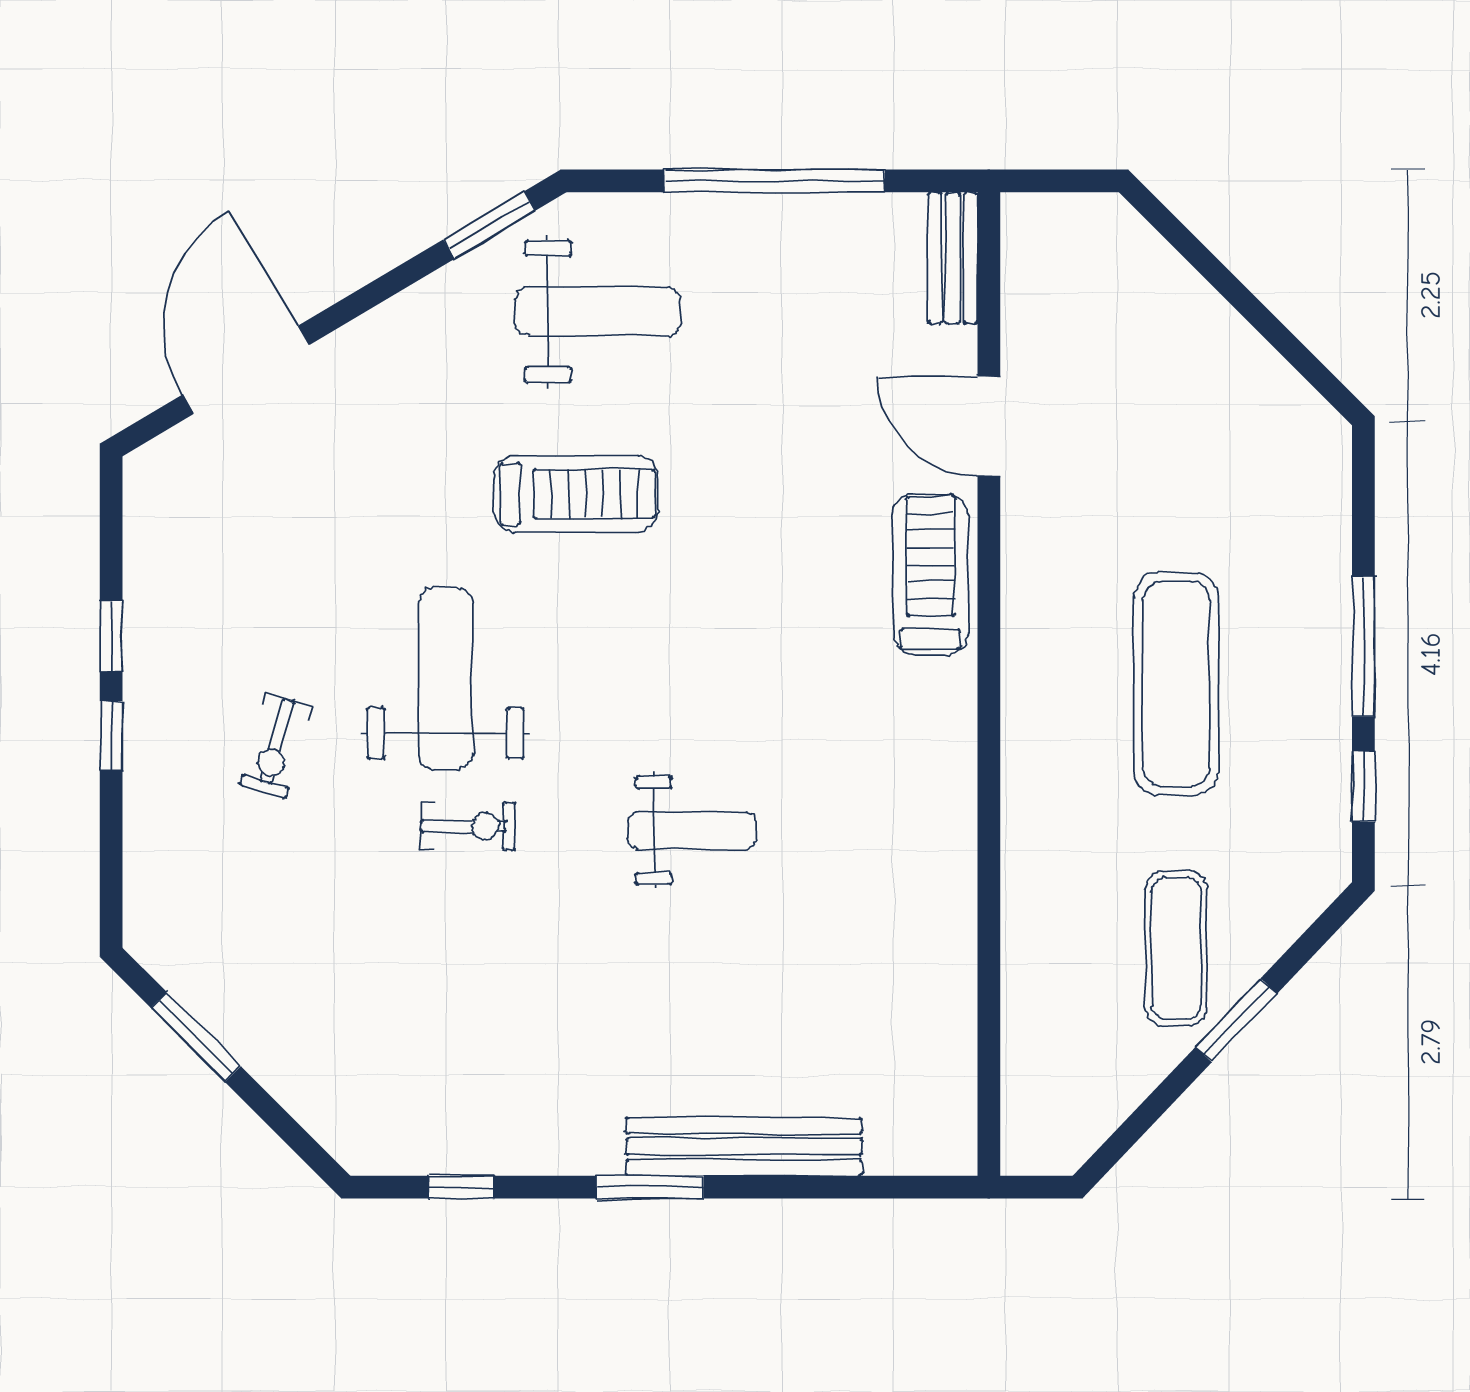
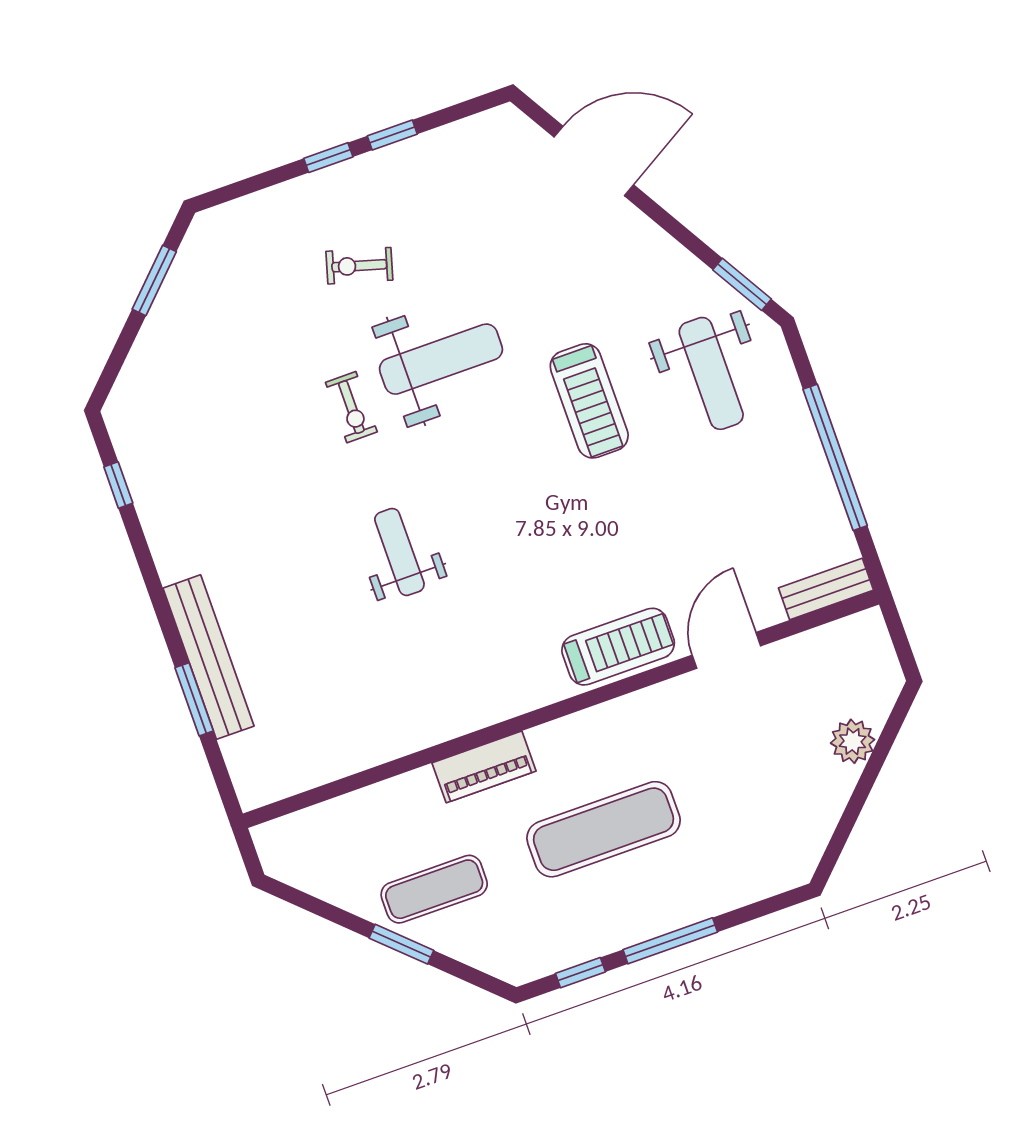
plant: (1177, 296) -> (853, 741), added
piano: (1031, 819) -> (484, 767), added
weight bench: (692, 831) -> (399, 552), turned 180
window: (650, 1187) -> (194, 699), moved

